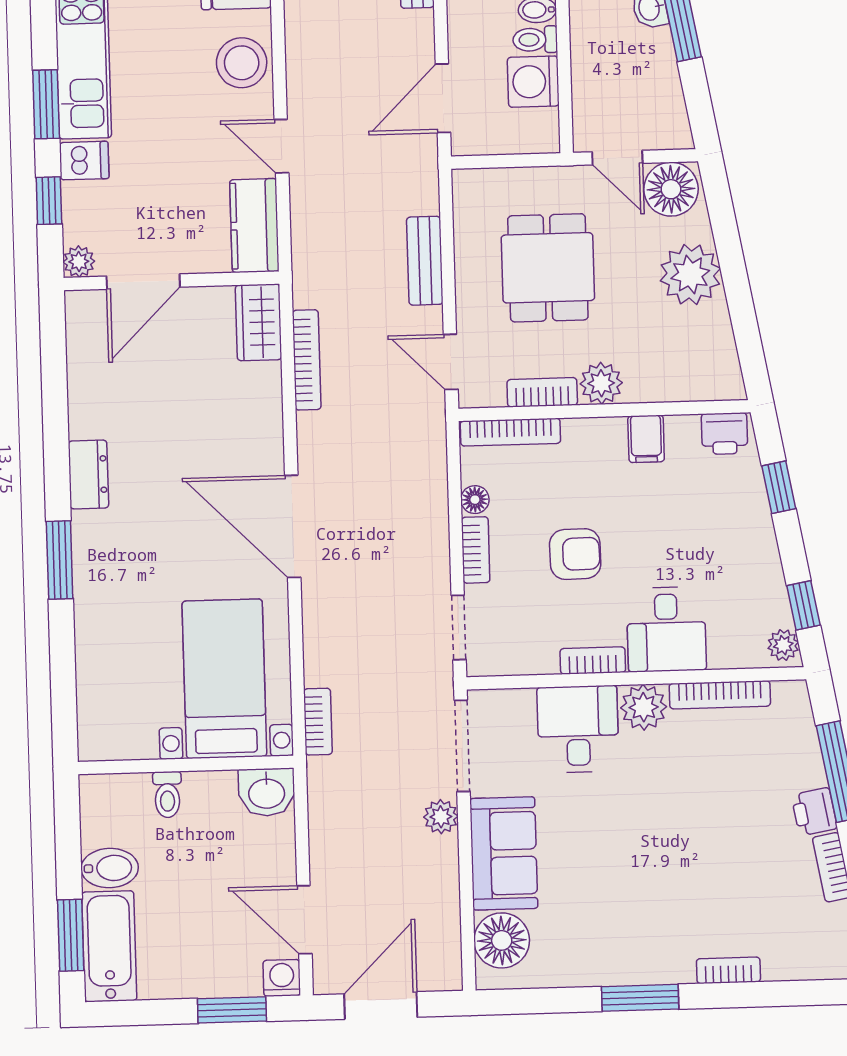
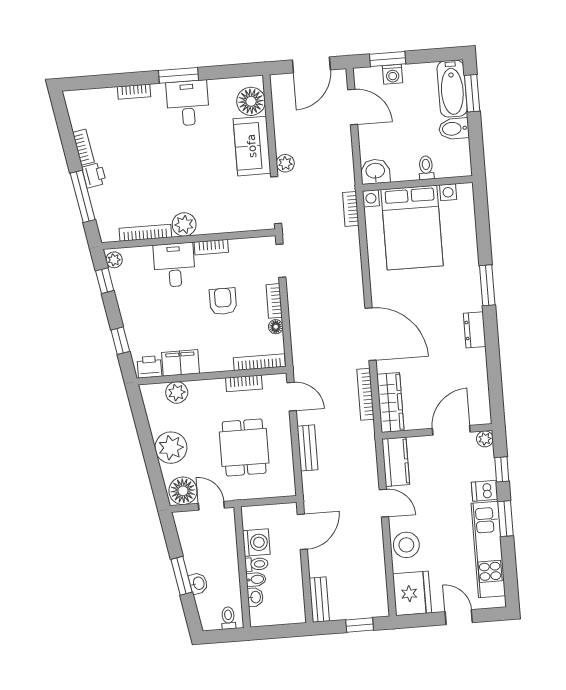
wardrobe: (259, 322) -> (390, 402), width x1.50
plant: (601, 383) -> (177, 392), moved
filing cabinet: (646, 439) -> (181, 363), width x2.00
door: (293, 526) -> (371, 334), moved
armchair: (575, 554) -> (223, 301), turned 91
bed with nightstands: (224, 679) -> (412, 228), width x1.36
desk: (578, 729) -> (188, 103), moved, turned 180
washing machine: (282, 978) -> (393, 74), moved

